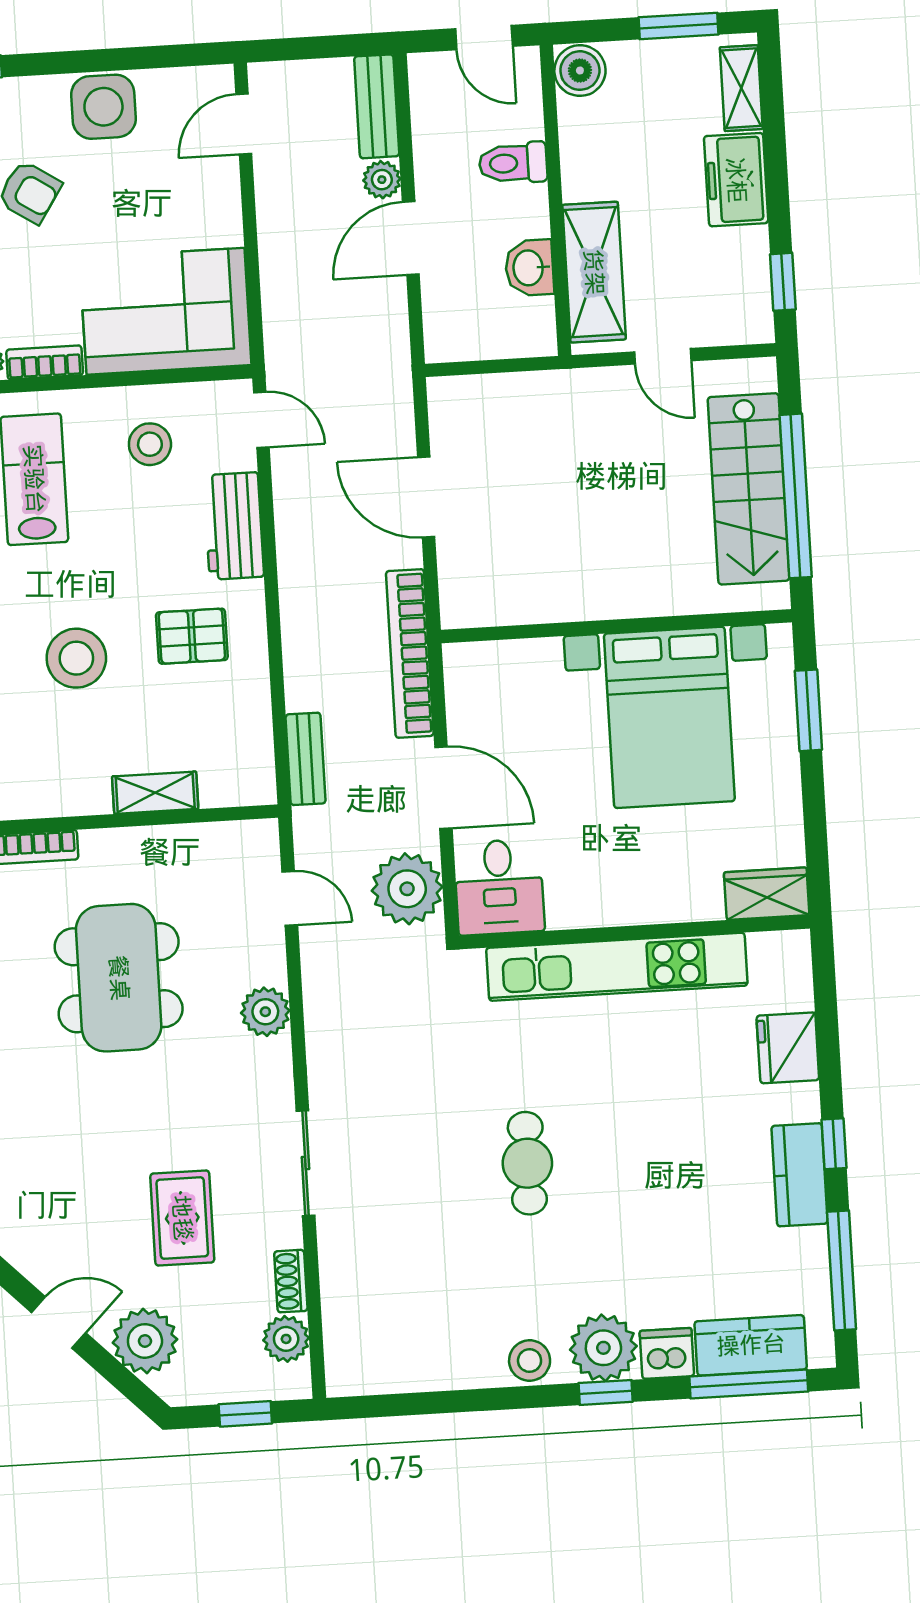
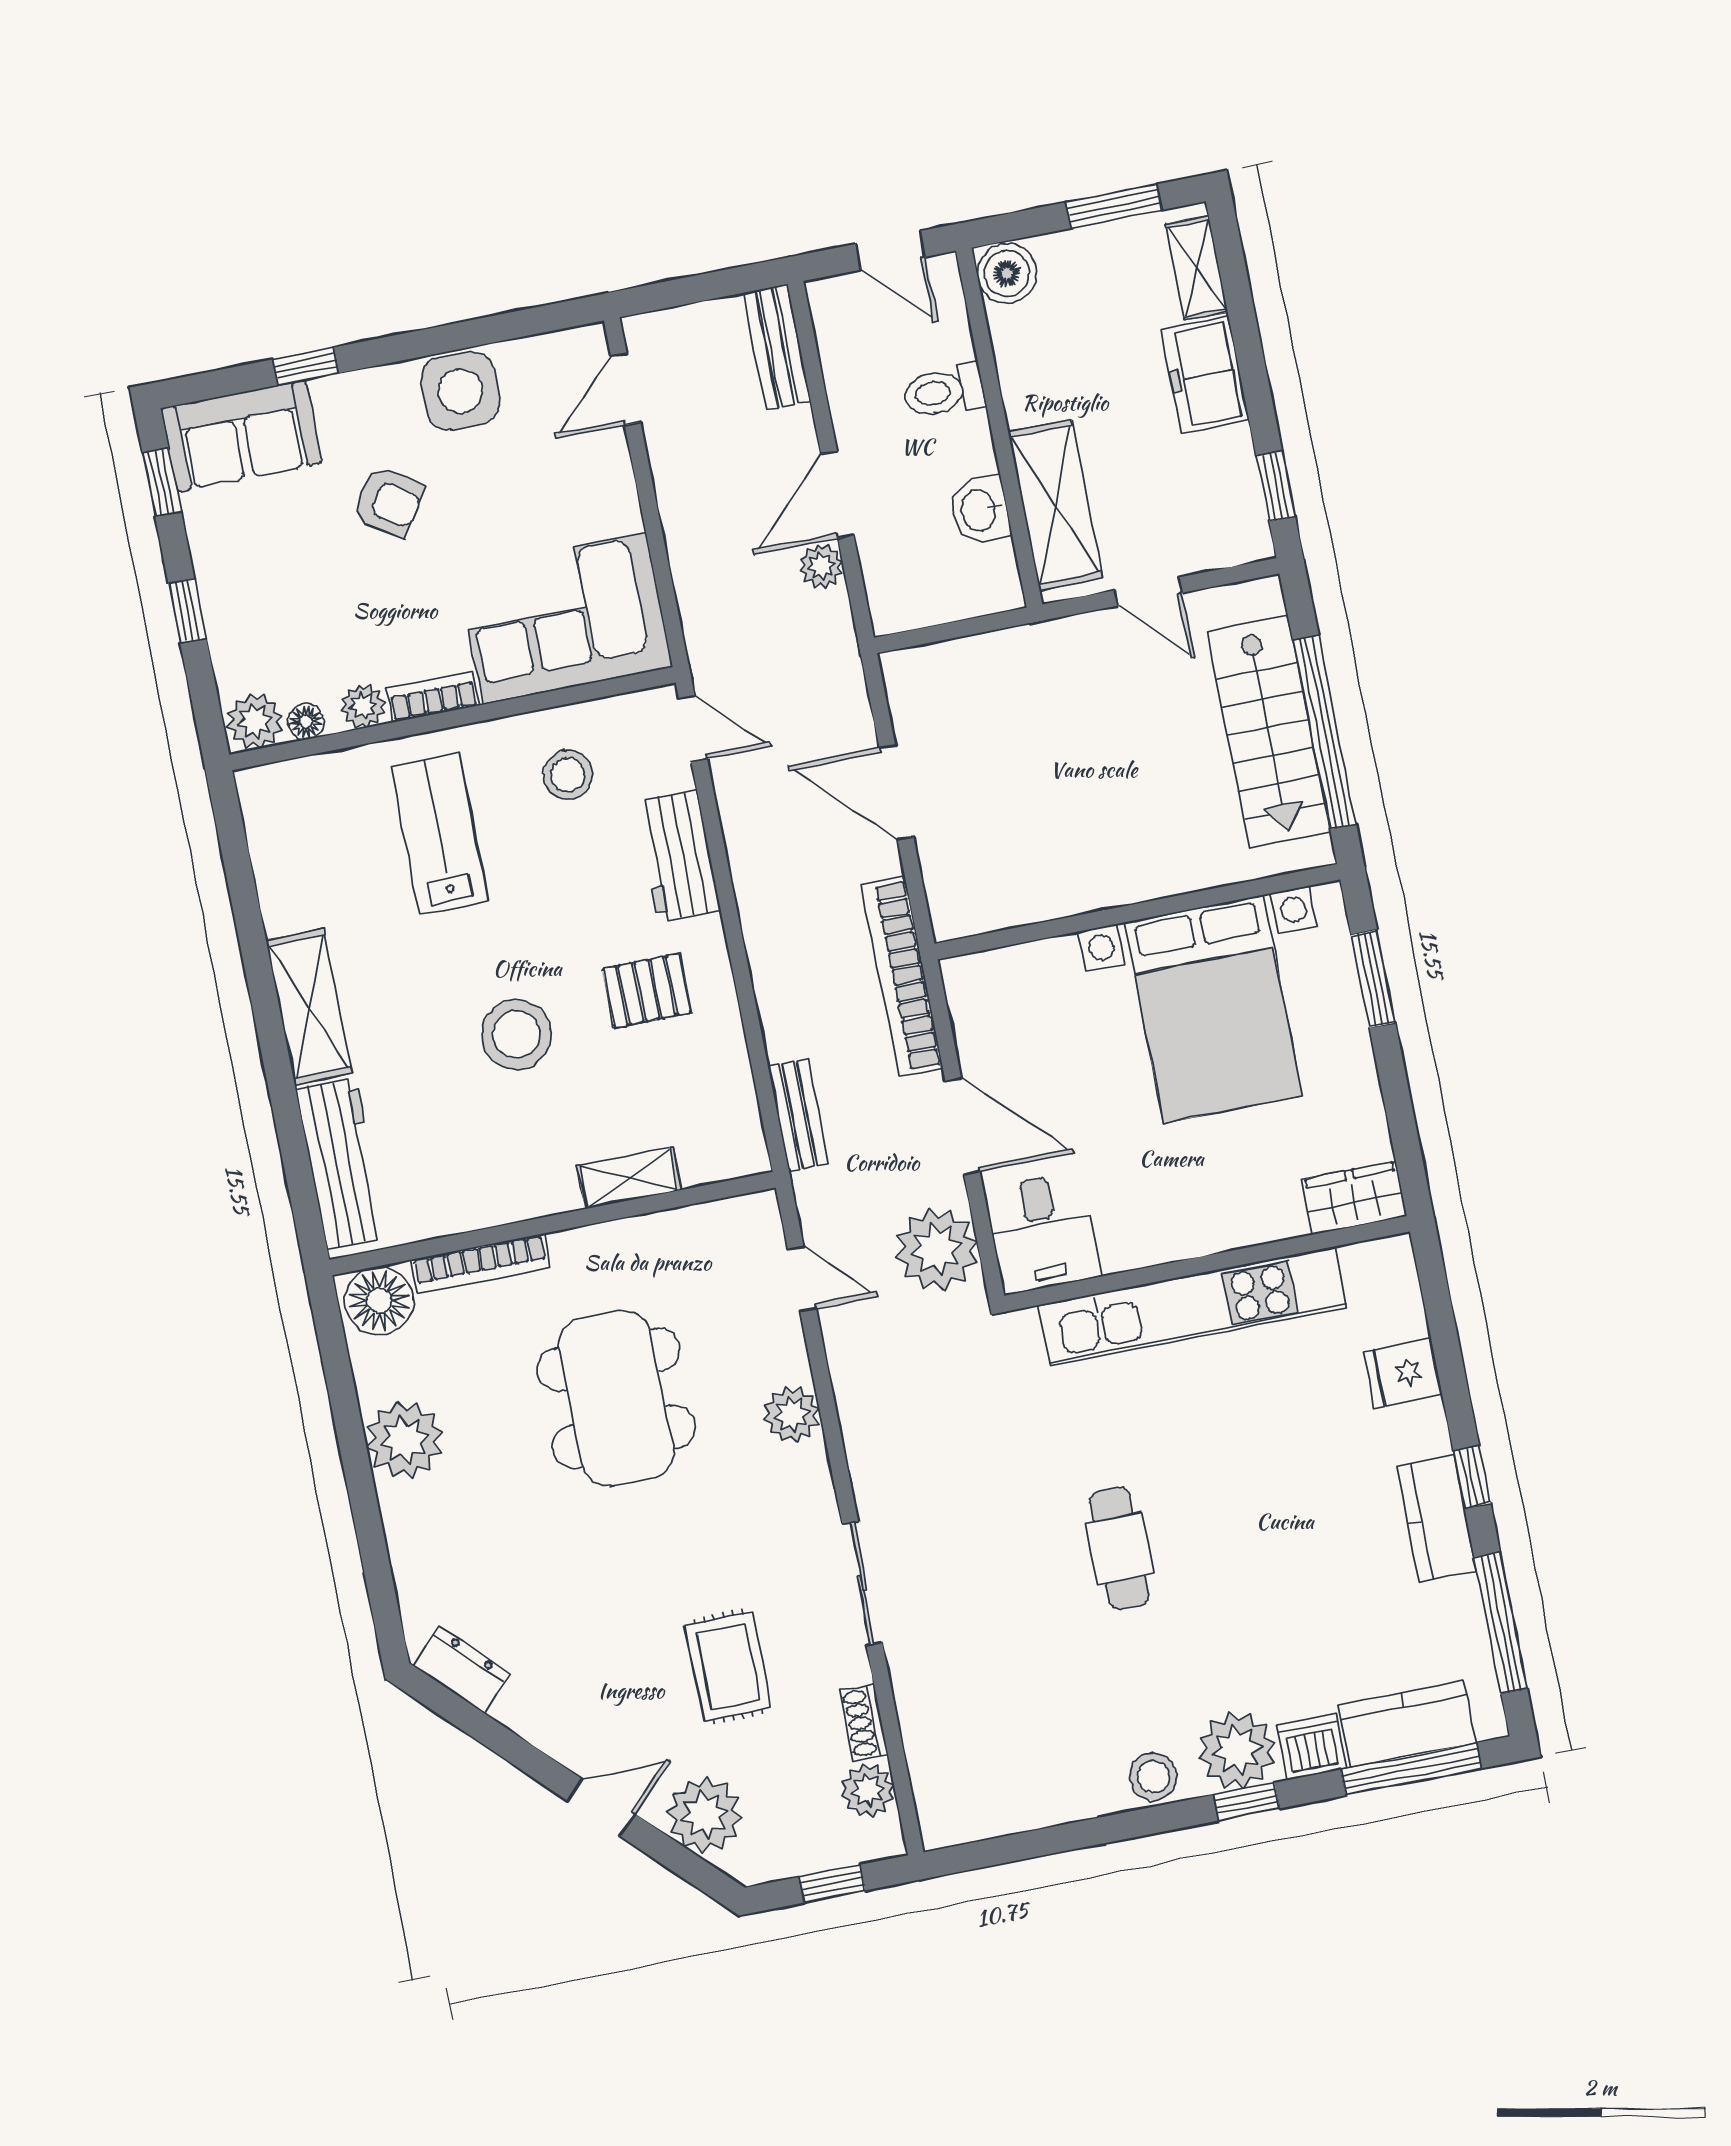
plant: (382, 180) -> (821, 566), moved
fridge: (788, 1048) -> (1403, 1373), width x0.72

